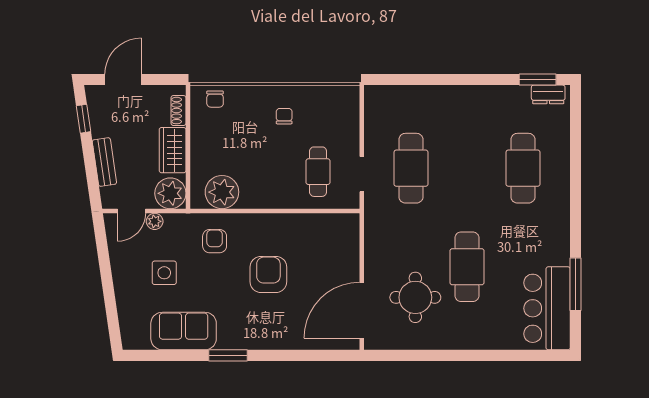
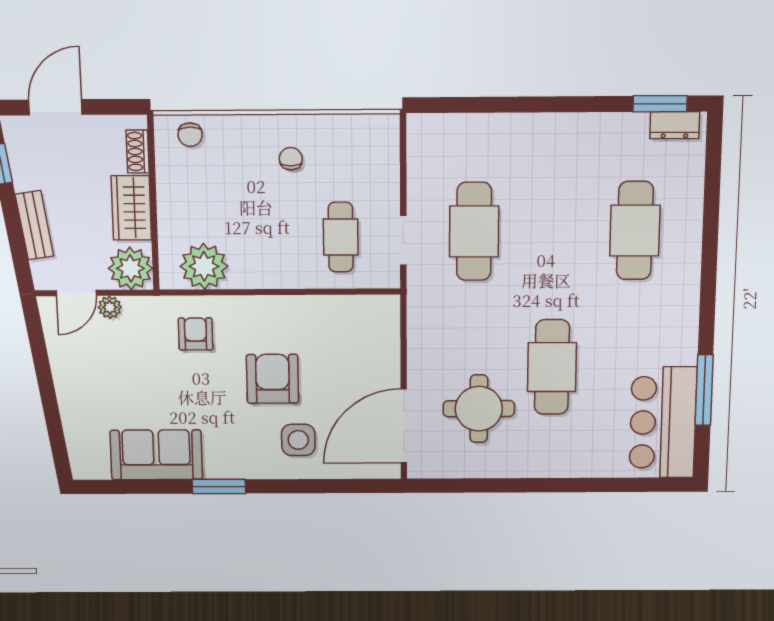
side table: (164, 273) -> (298, 440), moved

